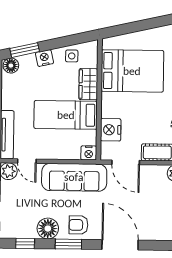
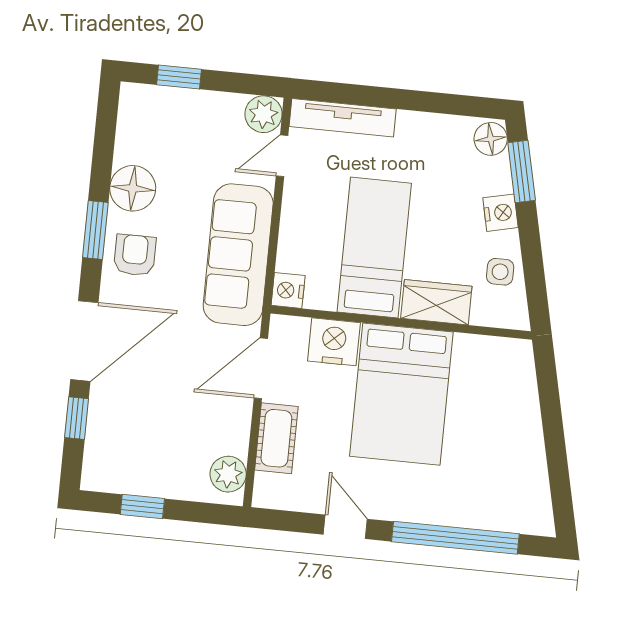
bed: (132, 71) -> (401, 394), moved
window: (25, 243) -> (77, 418), moved

